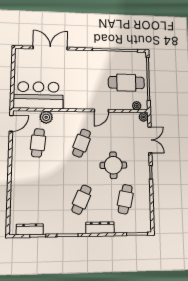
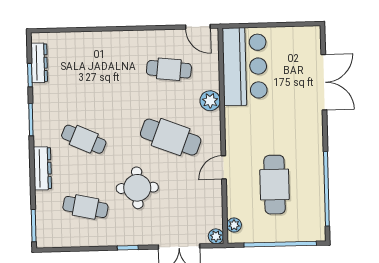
cafe table: (126, 83) -> (275, 185), moved
door: (101, 111) -> (224, 167), hinge flipped
plant: (46, 117) -> (210, 101), moved
cafe table: (82, 143) -> (171, 137), width x1.37, depth x1.35

